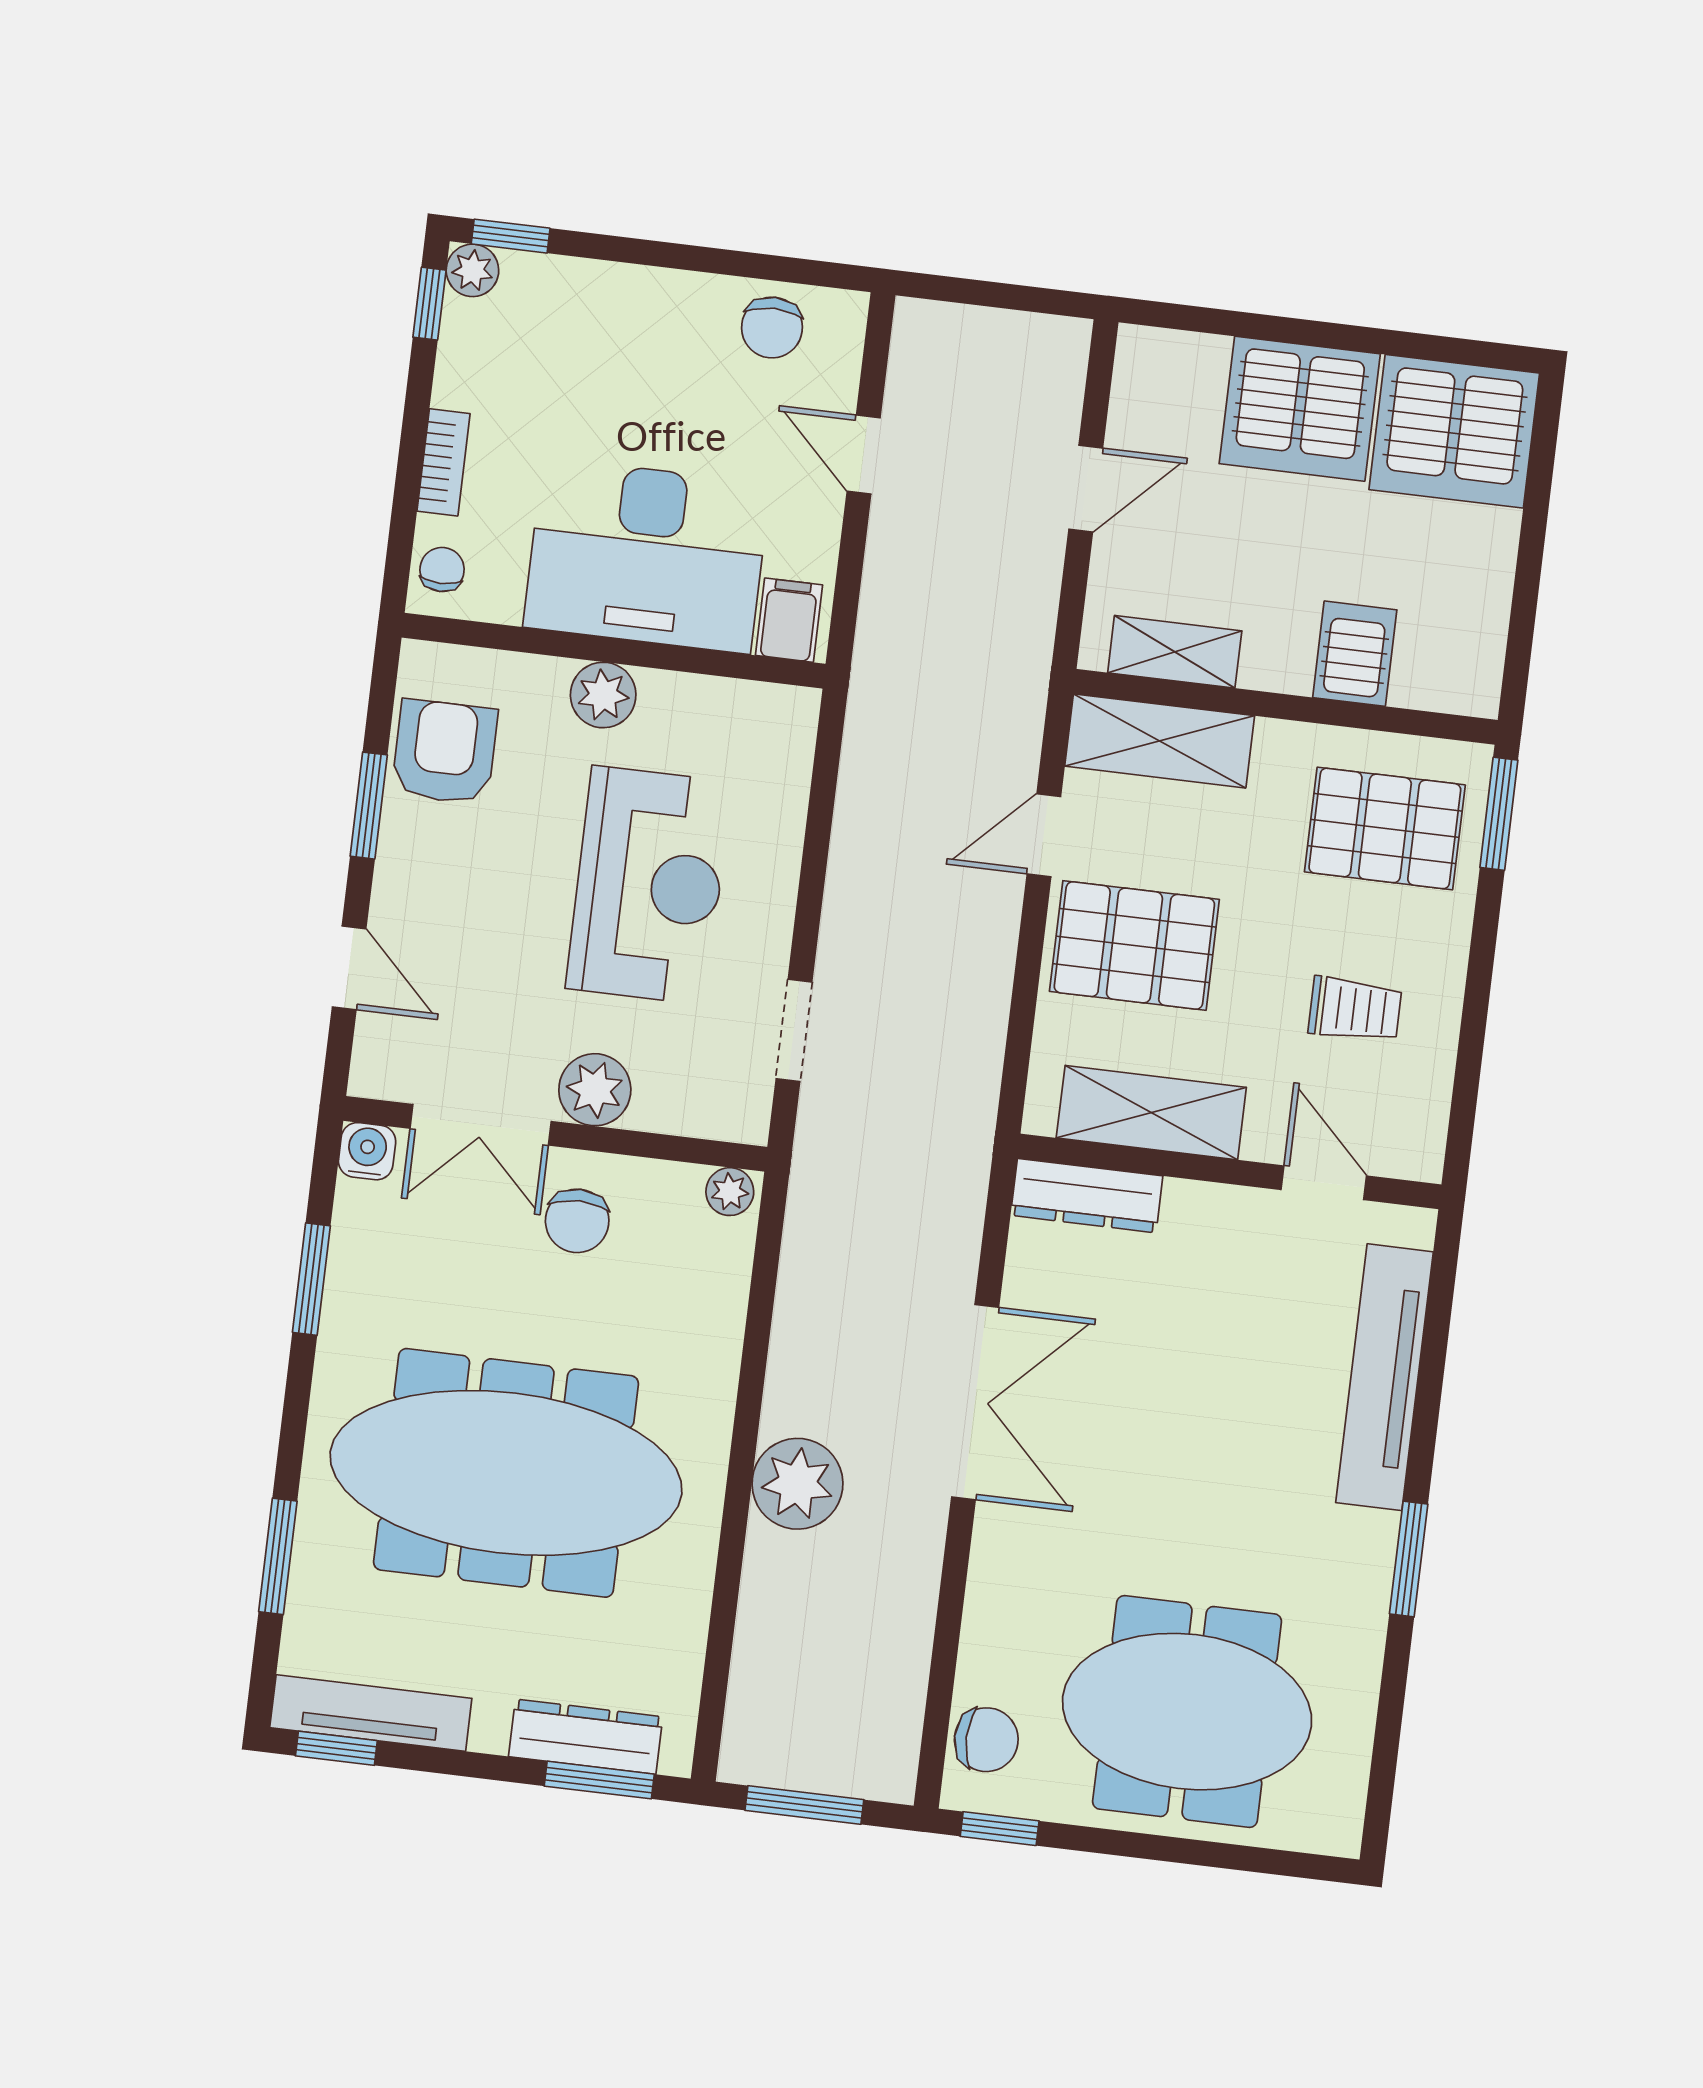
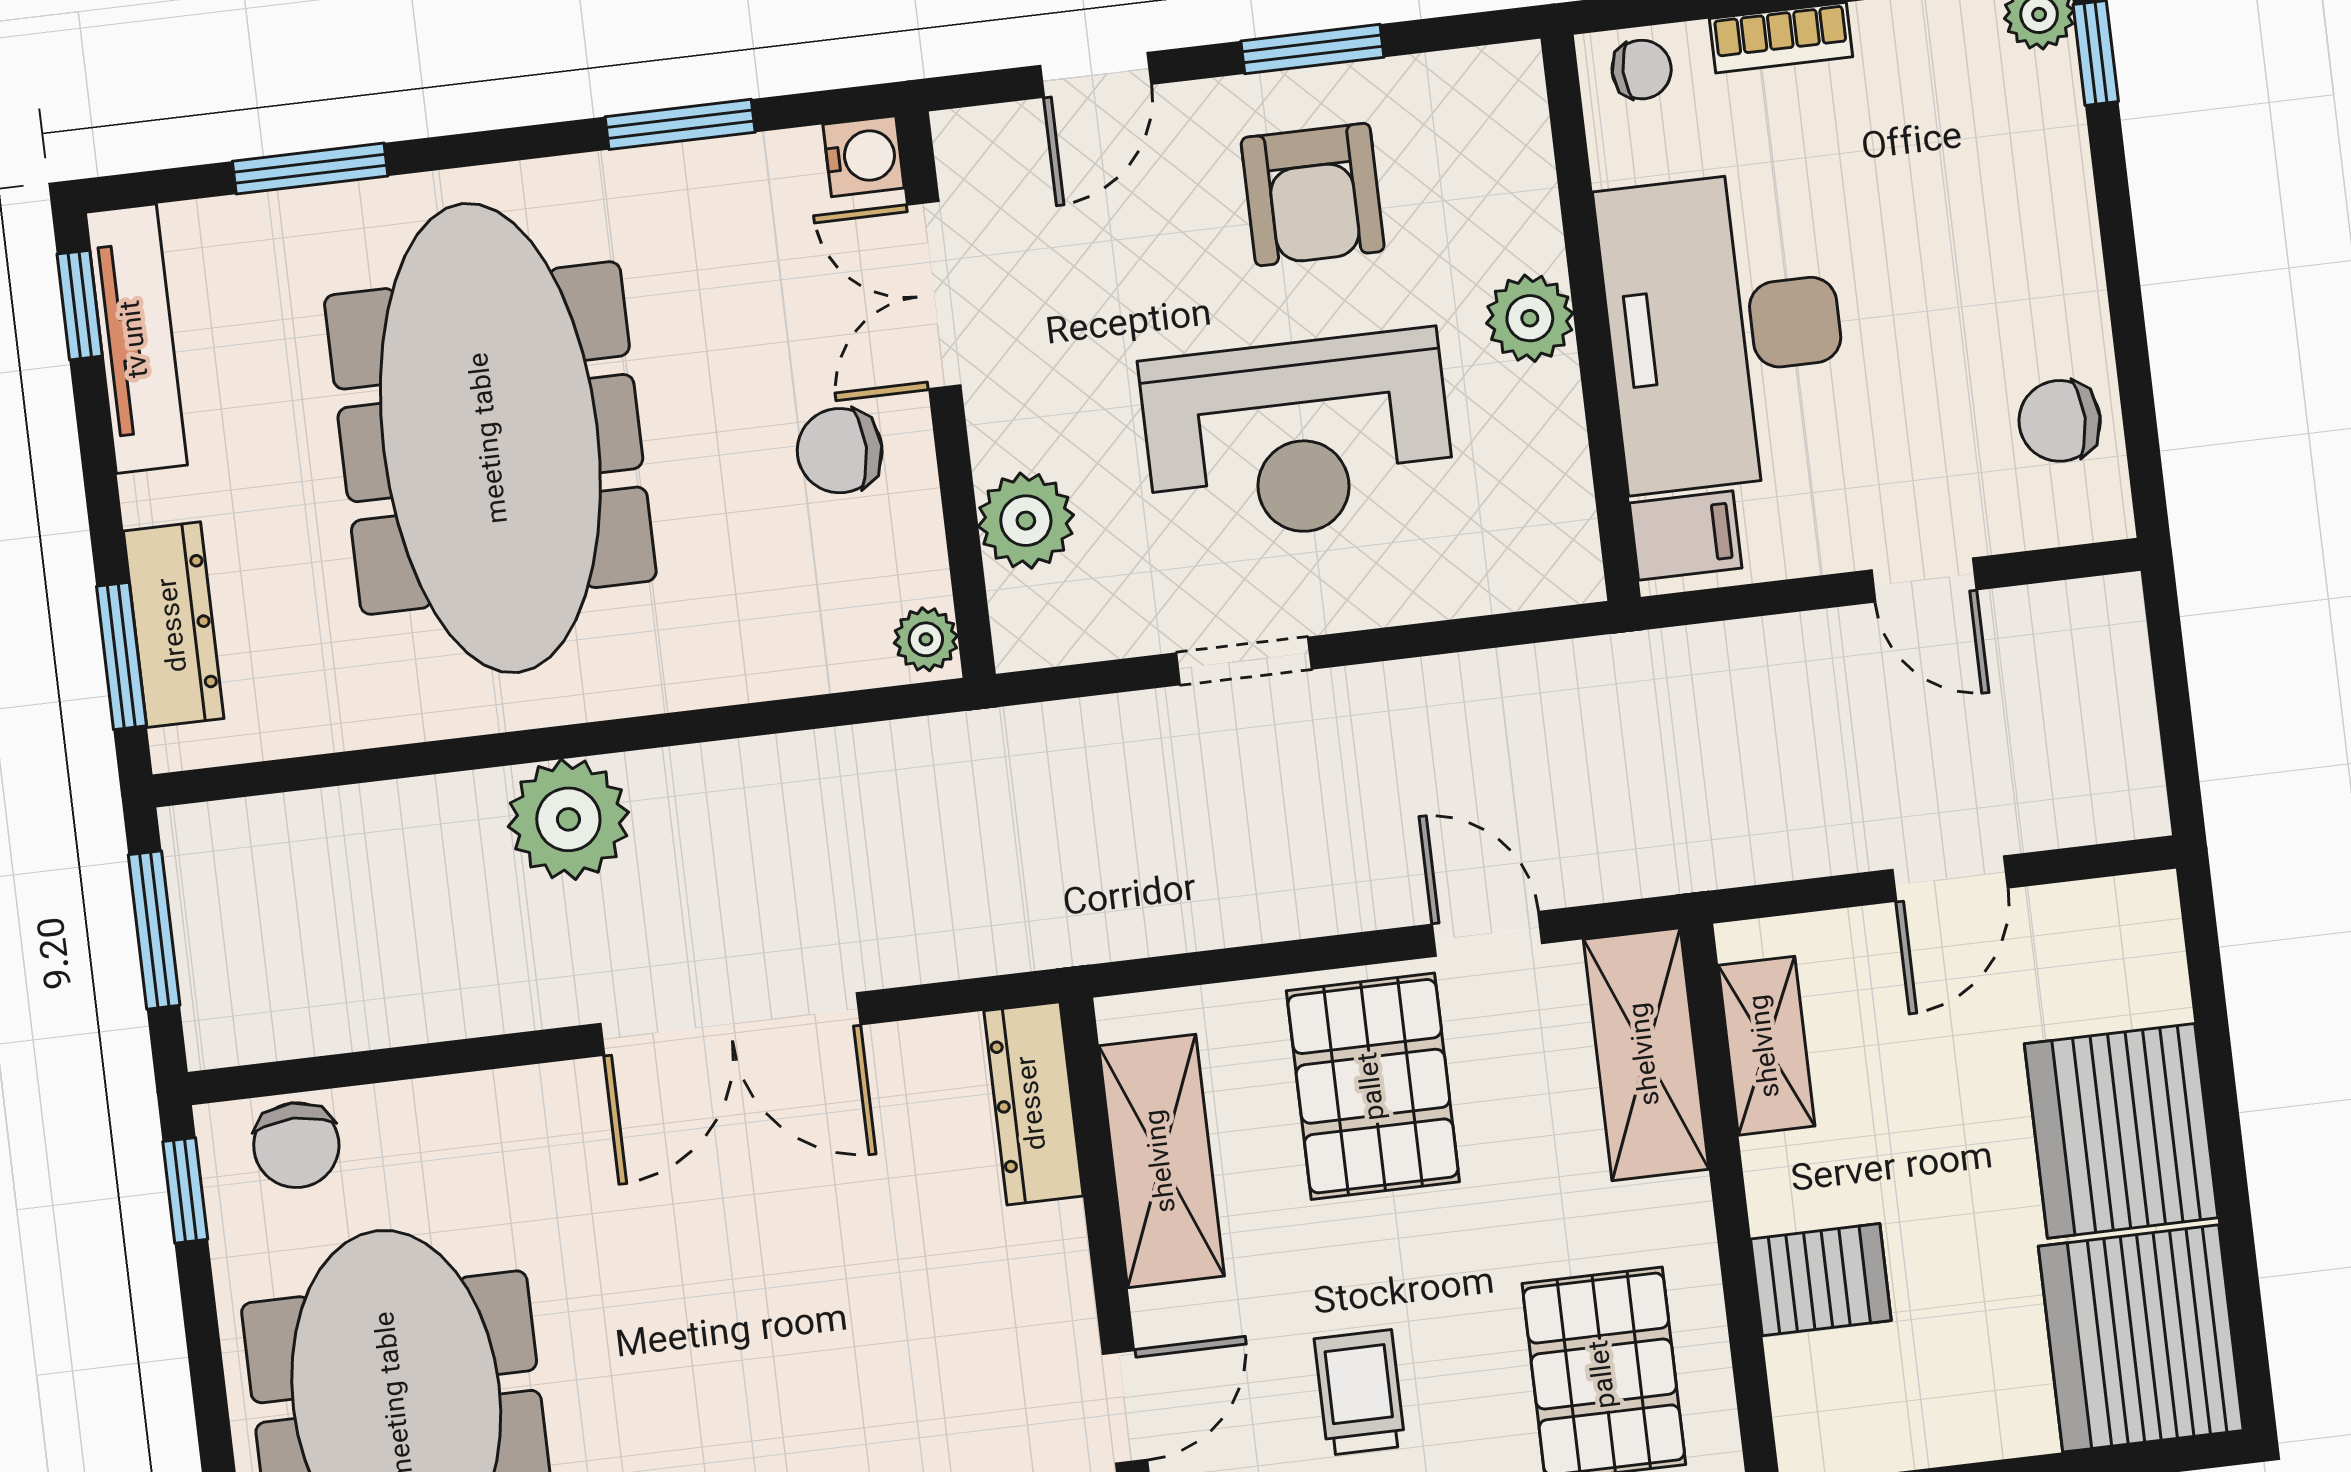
door: (864, 454) -> (1924, 580), swing flipped
door: (1086, 489) -> (1950, 879), hinge flipped
armchair: (445, 752) -> (1313, 195), moved, turned 90
trolley: (1355, 1009) -> (1360, 1392), turned 180
doorway: (794, 1030) -> (1244, 661), moved
plant: (595, 1090) -> (1026, 521), moved

